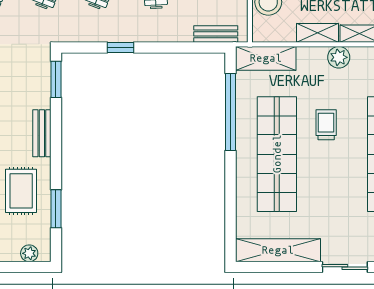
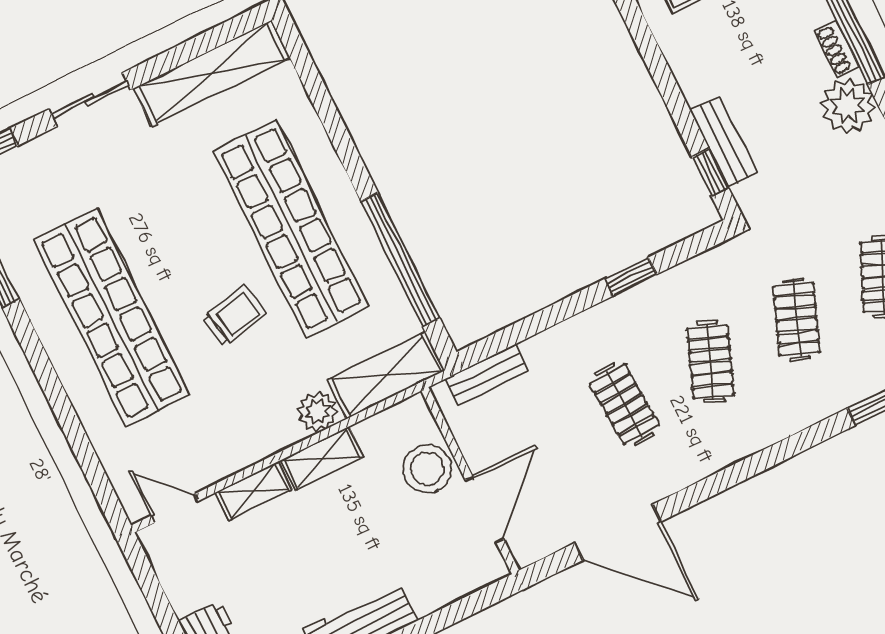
plant: (339, 57) -> (317, 411), moved
window: (56, 79) -> (710, 172), width x0.67
trolley: (326, 125) -> (234, 316), turned -101
bench: (42, 133) -> (724, 142), moved

